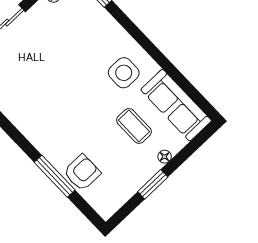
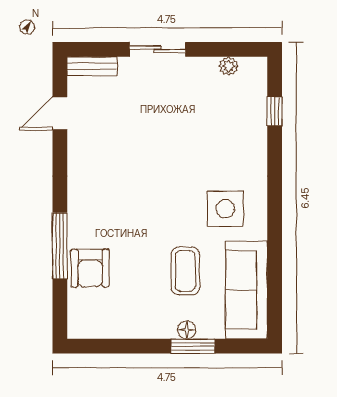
armchair: (82, 173) -> (90, 268), turned 90
window: (153, 184) -> (193, 346), moved

